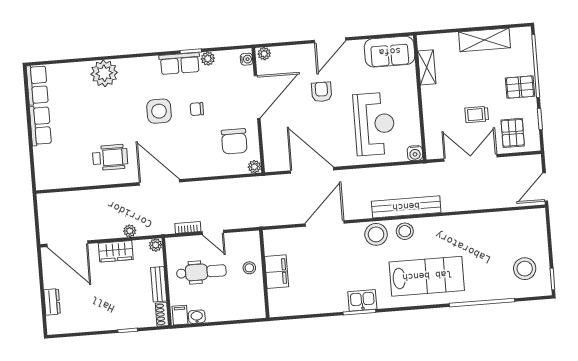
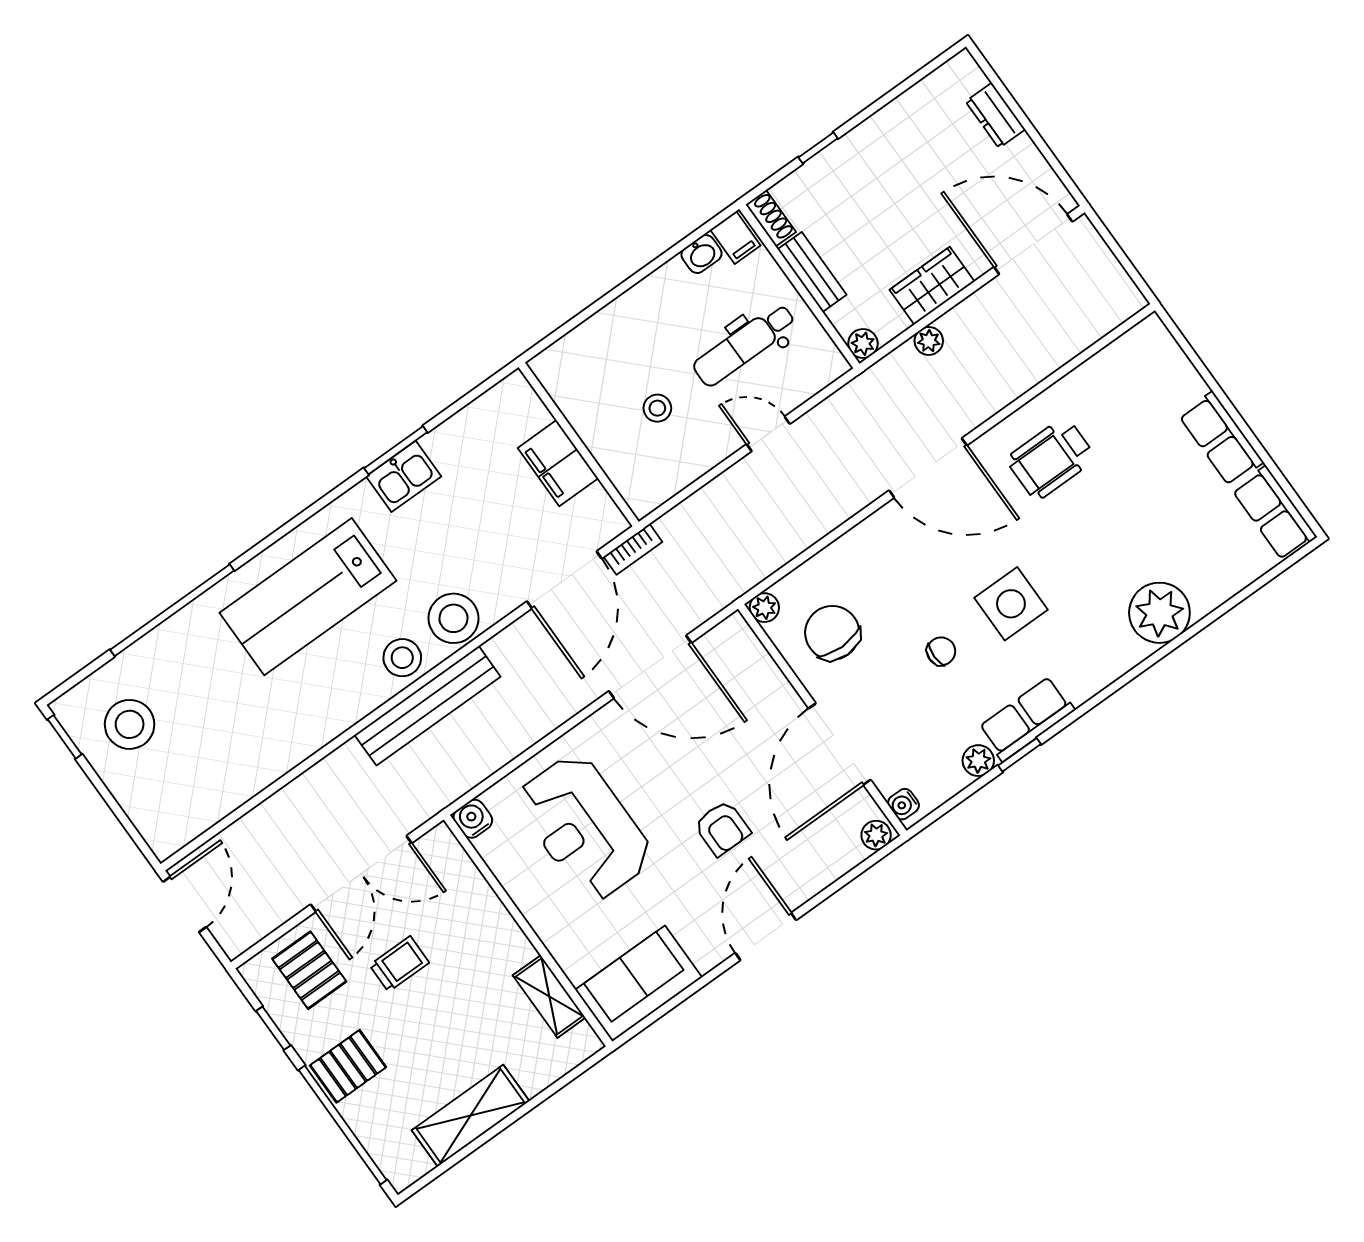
bookcase: (188, 228) -> (633, 549), moved
filing cabinet: (277, 272) -> (558, 463), moved
wall: (264, 274) -> (579, 444), moved

